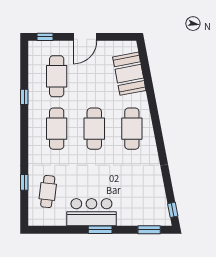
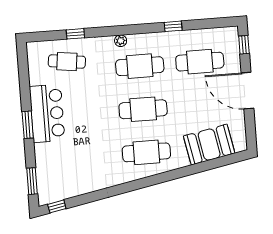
door: (85, 37) -> (247, 91), width x1.36
plant: (33, 144) -> (121, 41), added

